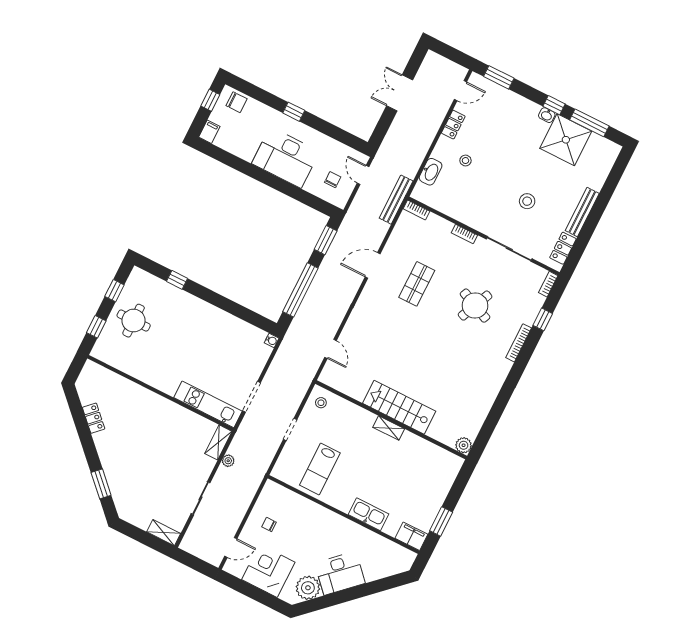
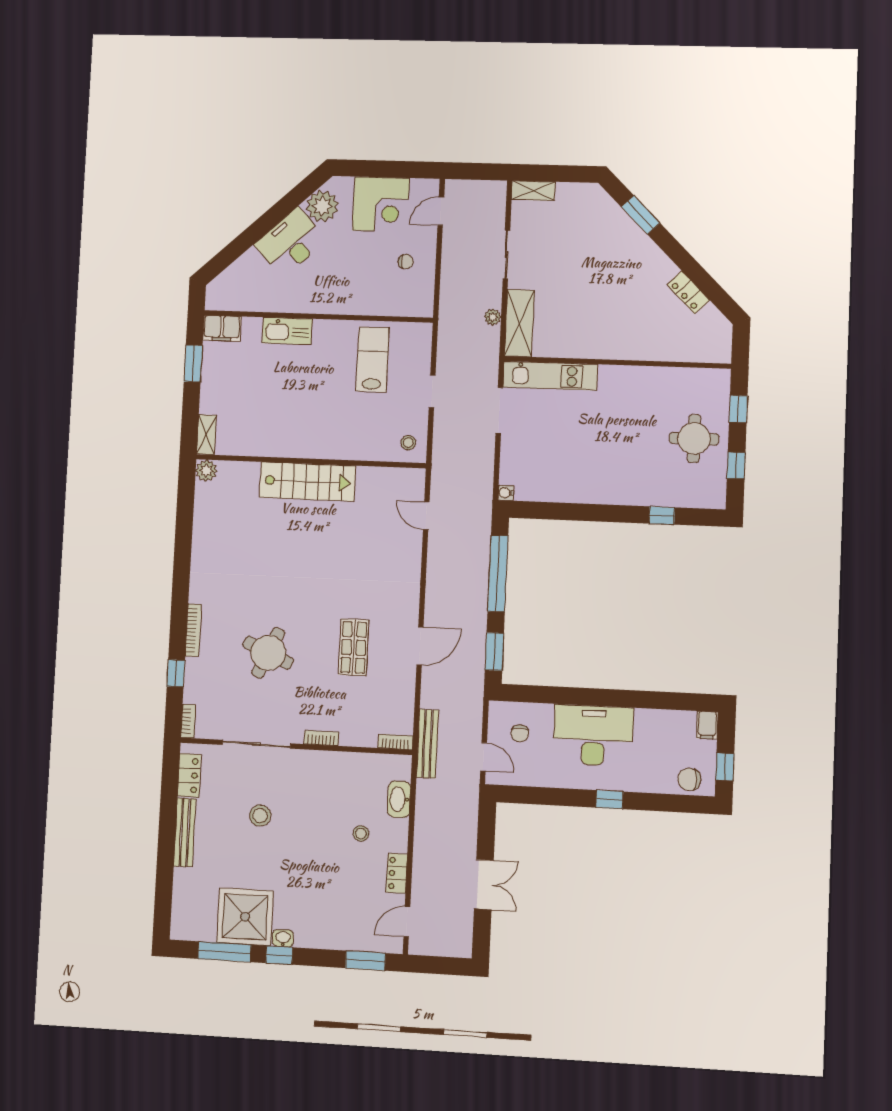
shelving: (389, 428) -> (206, 435), moved, turned 90
shelving: (218, 442) -> (519, 323), width x1.50, depth x1.33

